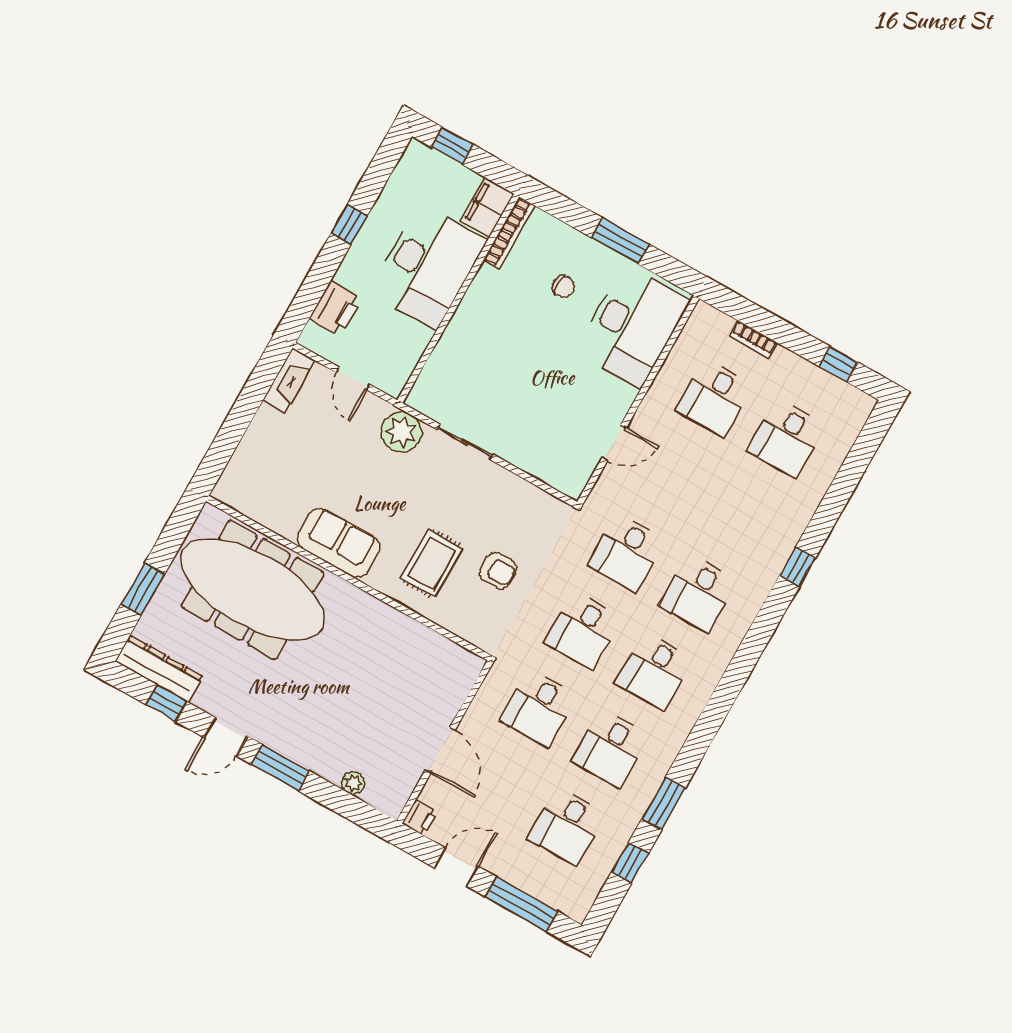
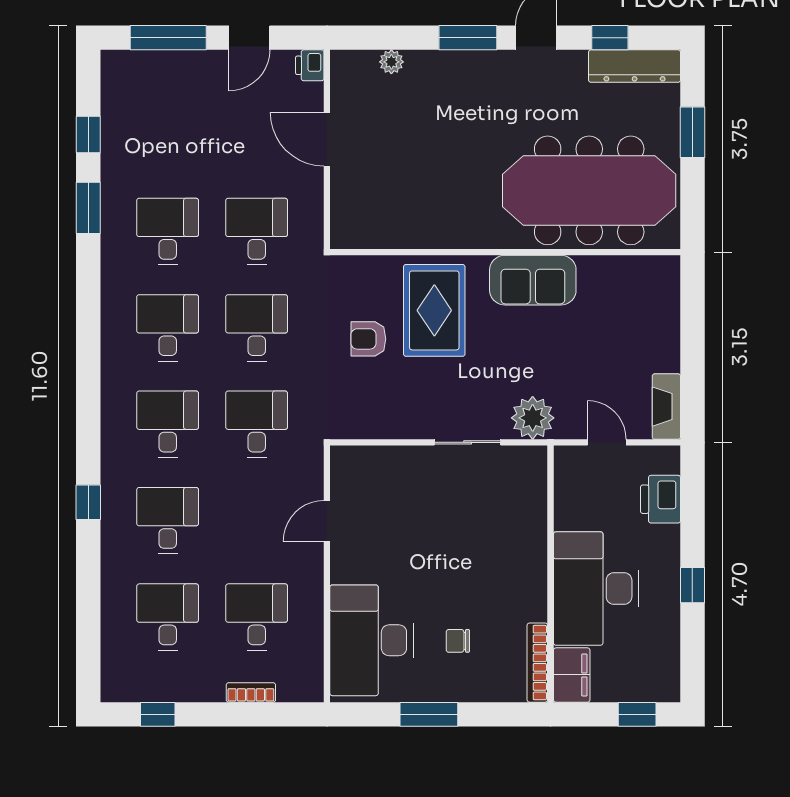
rug: (432, 563) -> (434, 310), width x1.36, depth x1.43
desk: (567, 826) -> (168, 521), moved

